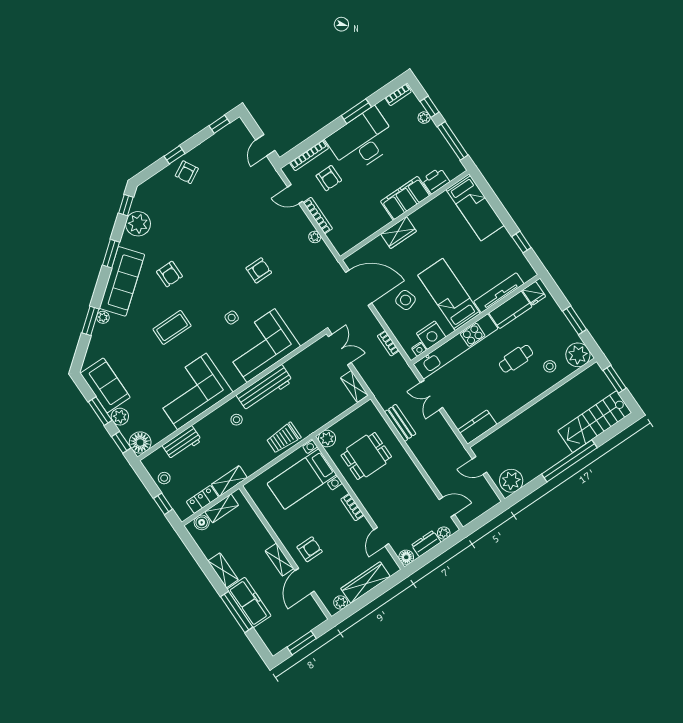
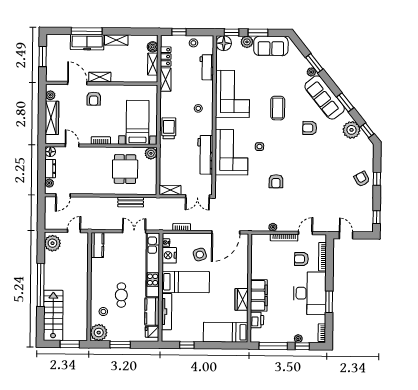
wardrobe: (399, 233) -> (242, 299), moved
workbench: (265, 388) -> (205, 155), moved

